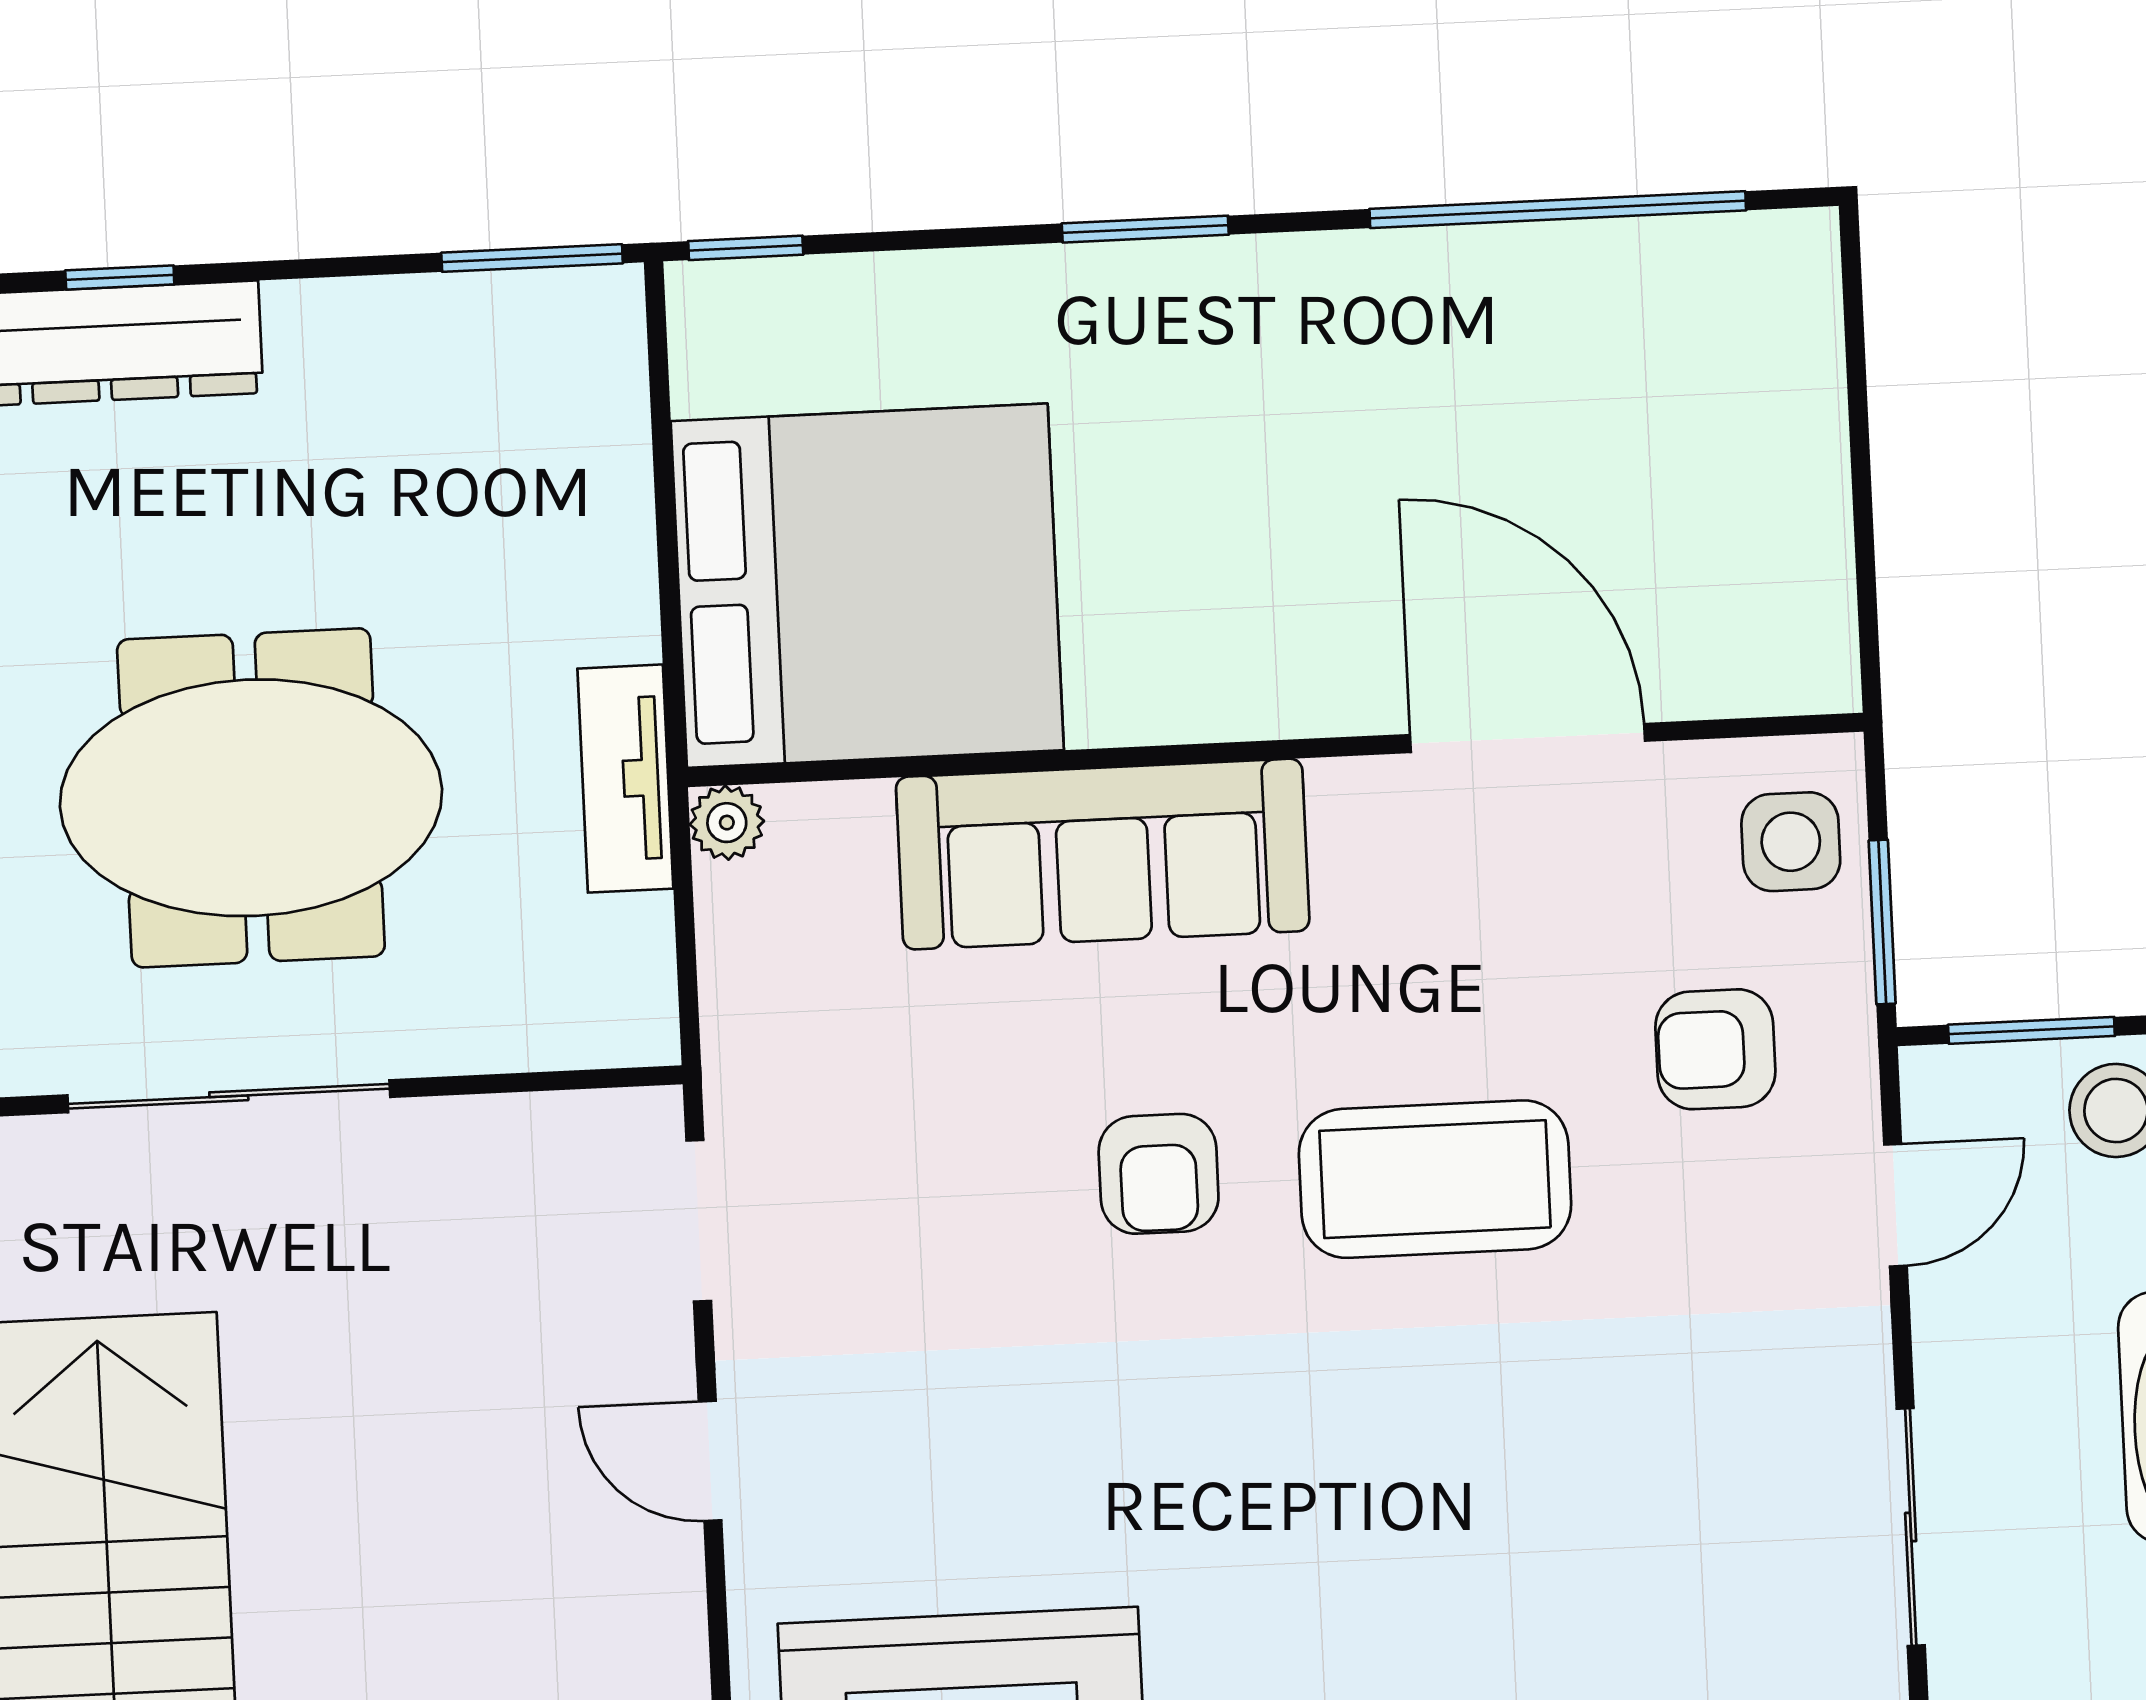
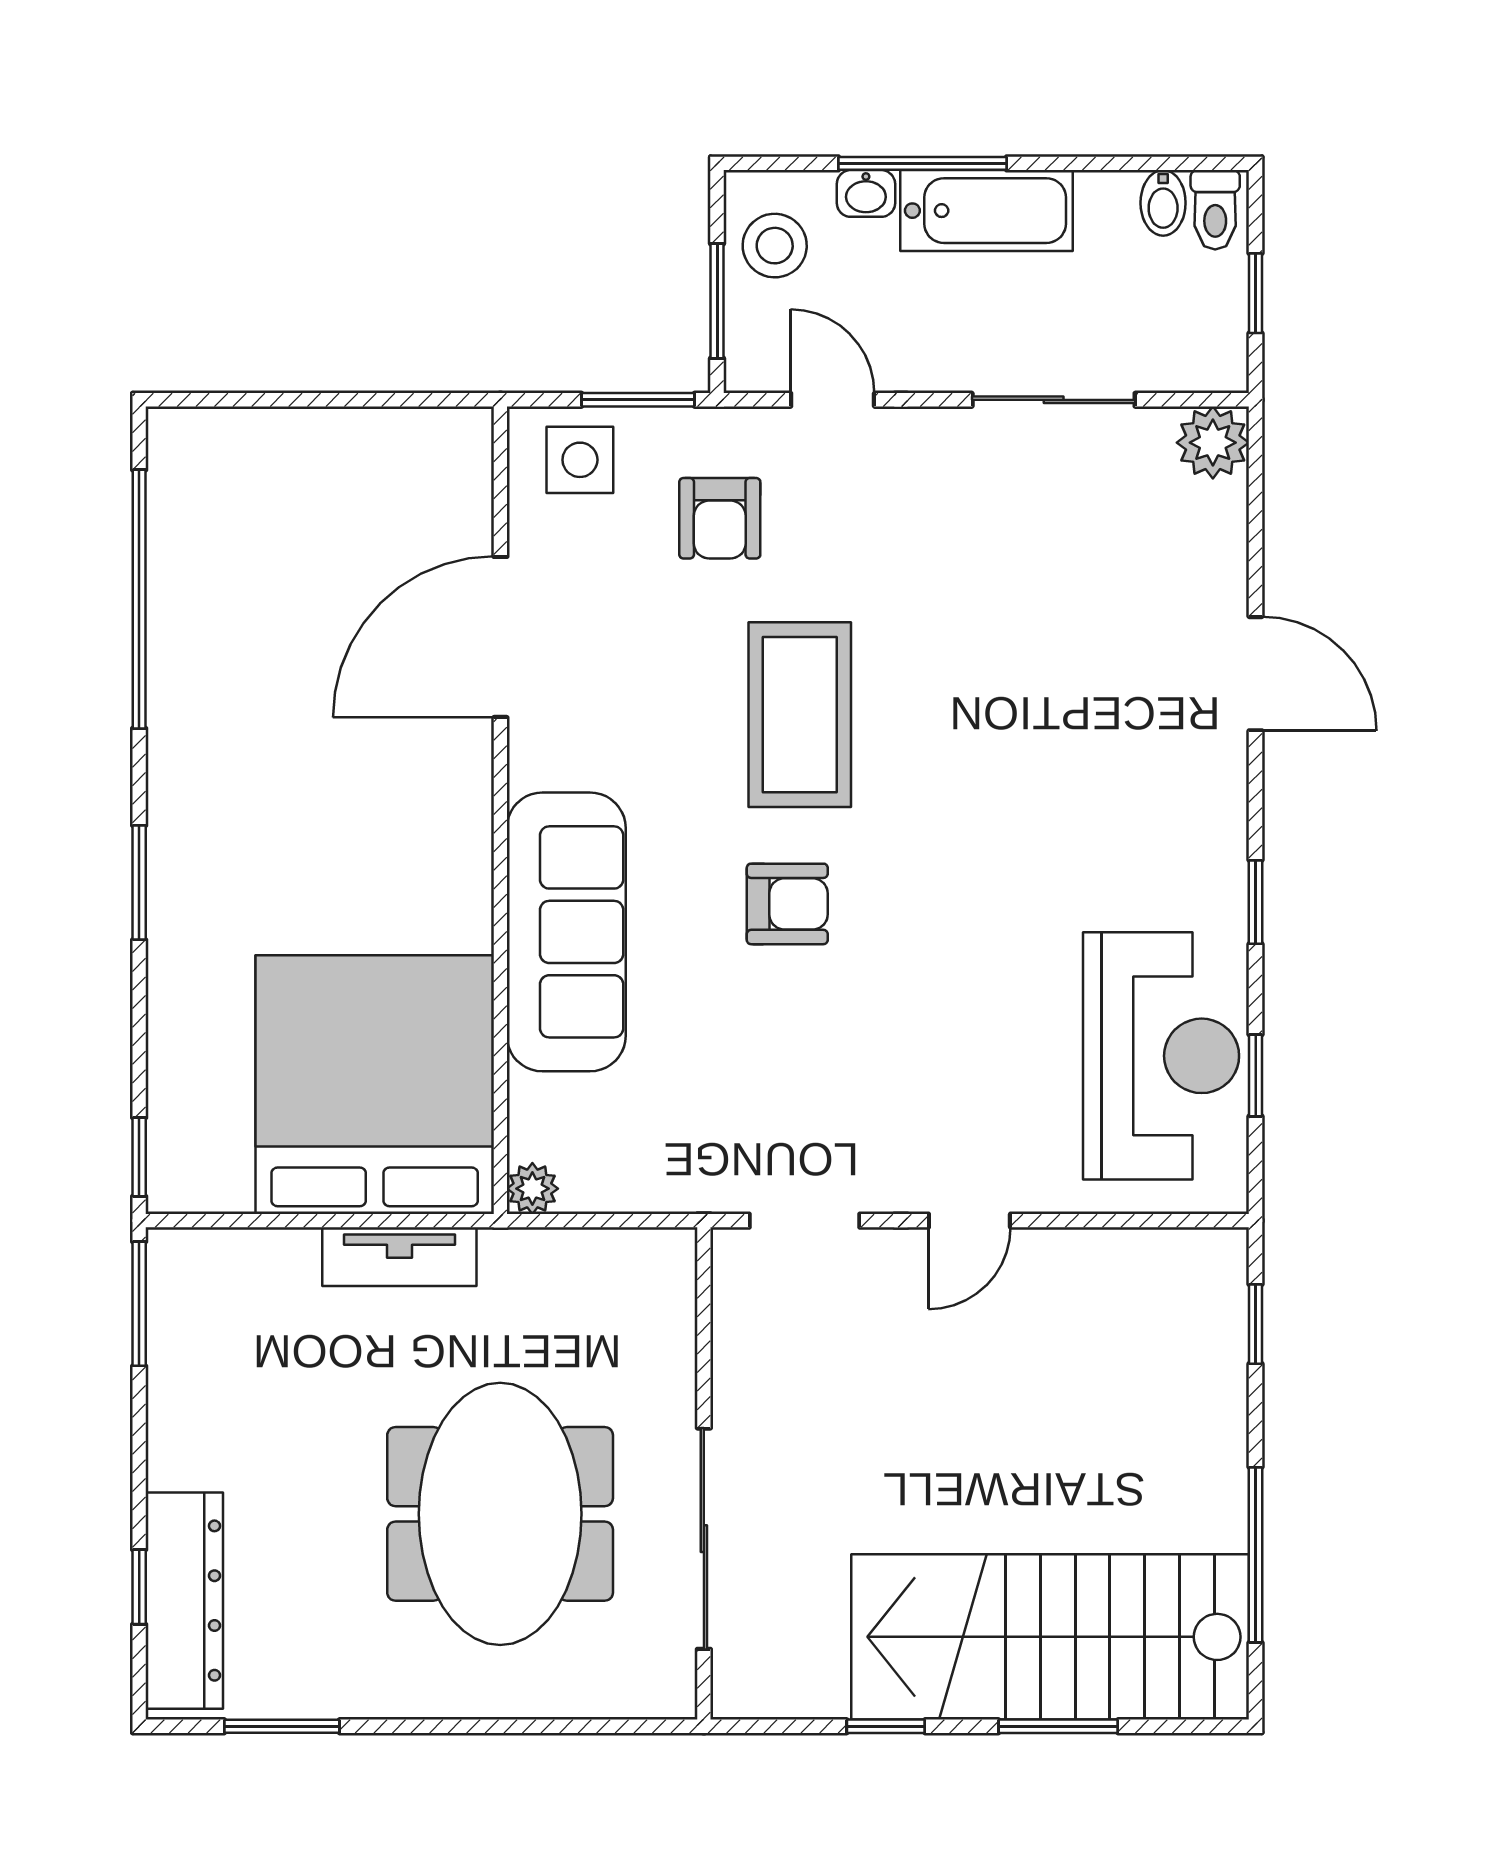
tv unit: (625, 779) -> (399, 1257), moved

